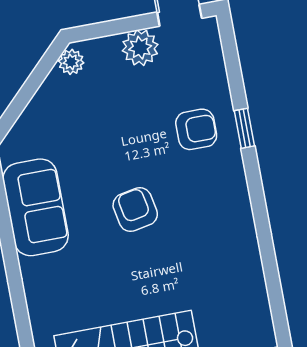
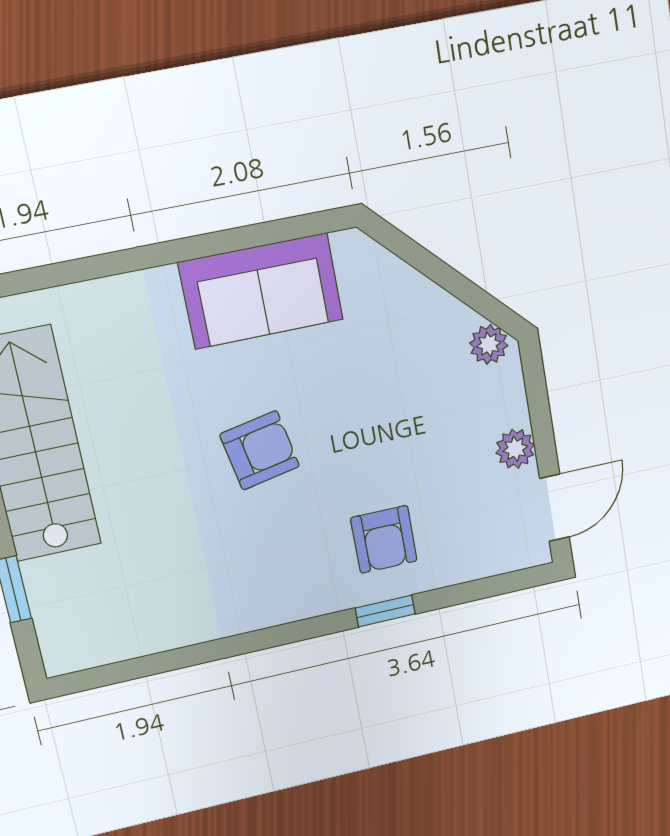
plant: (140, 48) -> (515, 449), width x0.73, depth x0.73

